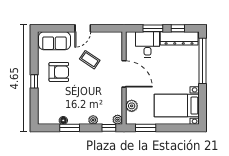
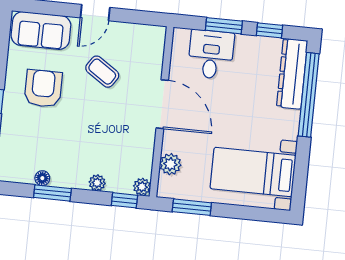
dresser: (179, 38) -> (292, 74), moved, turned 90
armchair: (59, 72) -> (43, 88), turned -90

